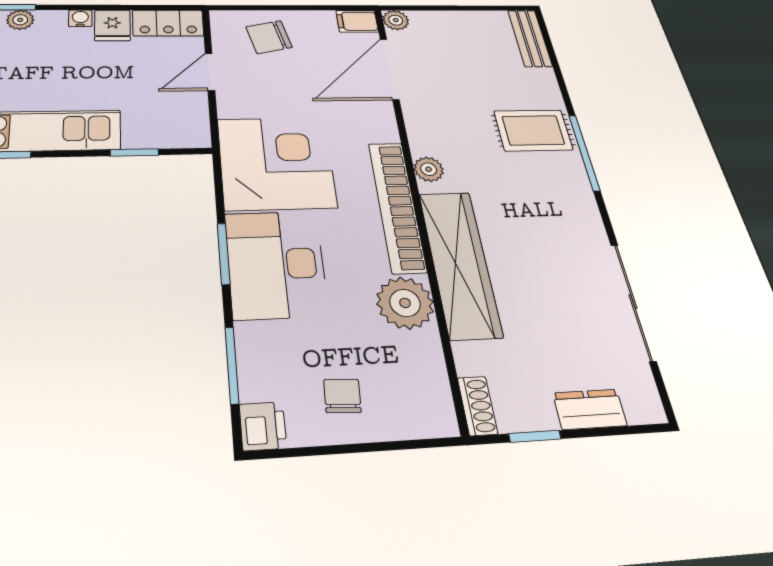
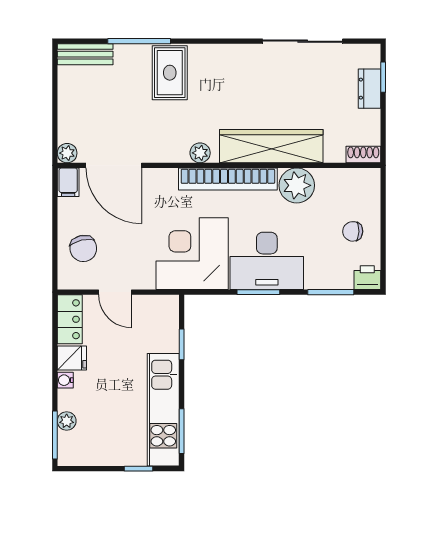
window: (584, 152) -> (139, 41), moved
window: (535, 436) -> (383, 77), moved

